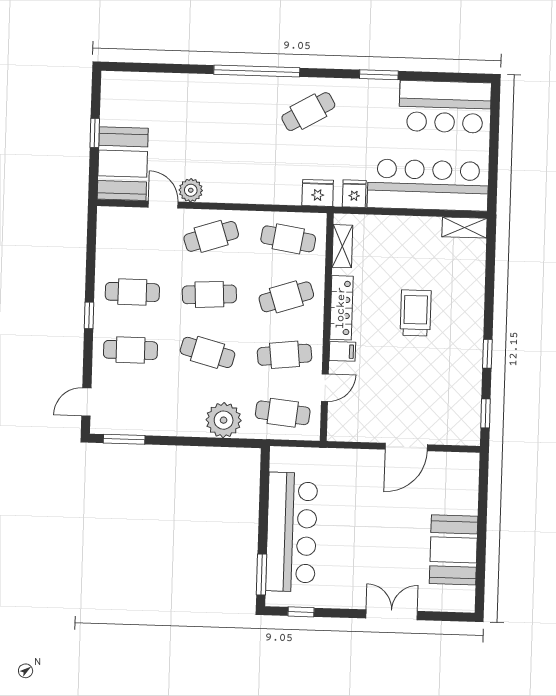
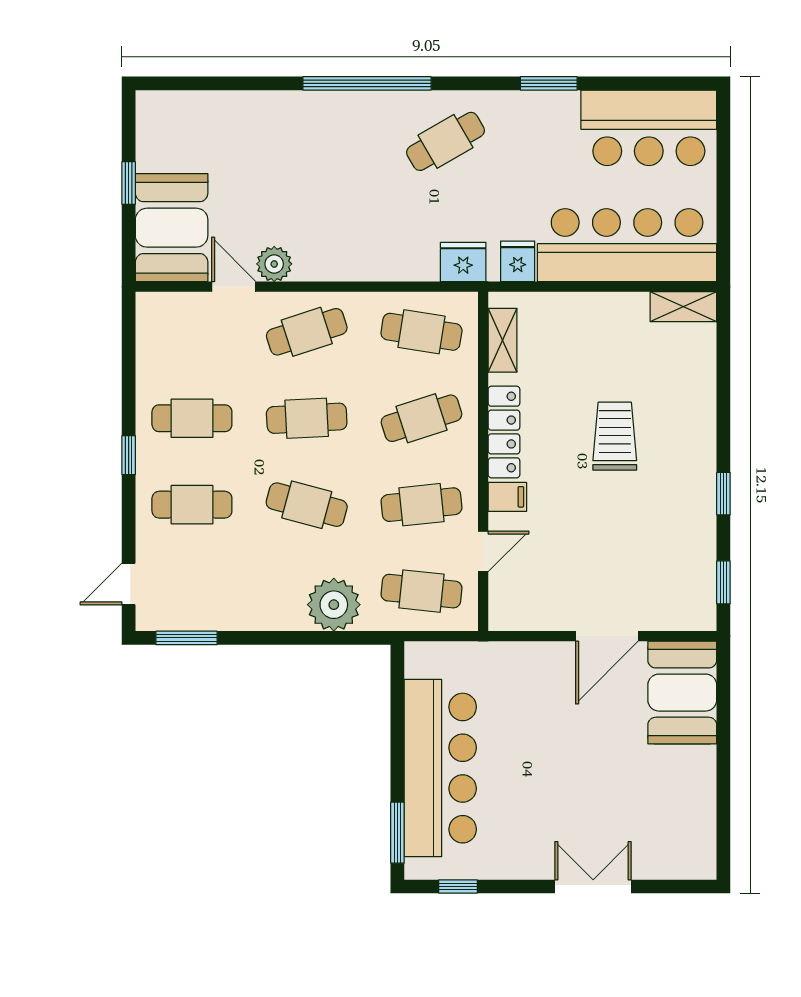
booth: (454, 550) -> (682, 693), moved

